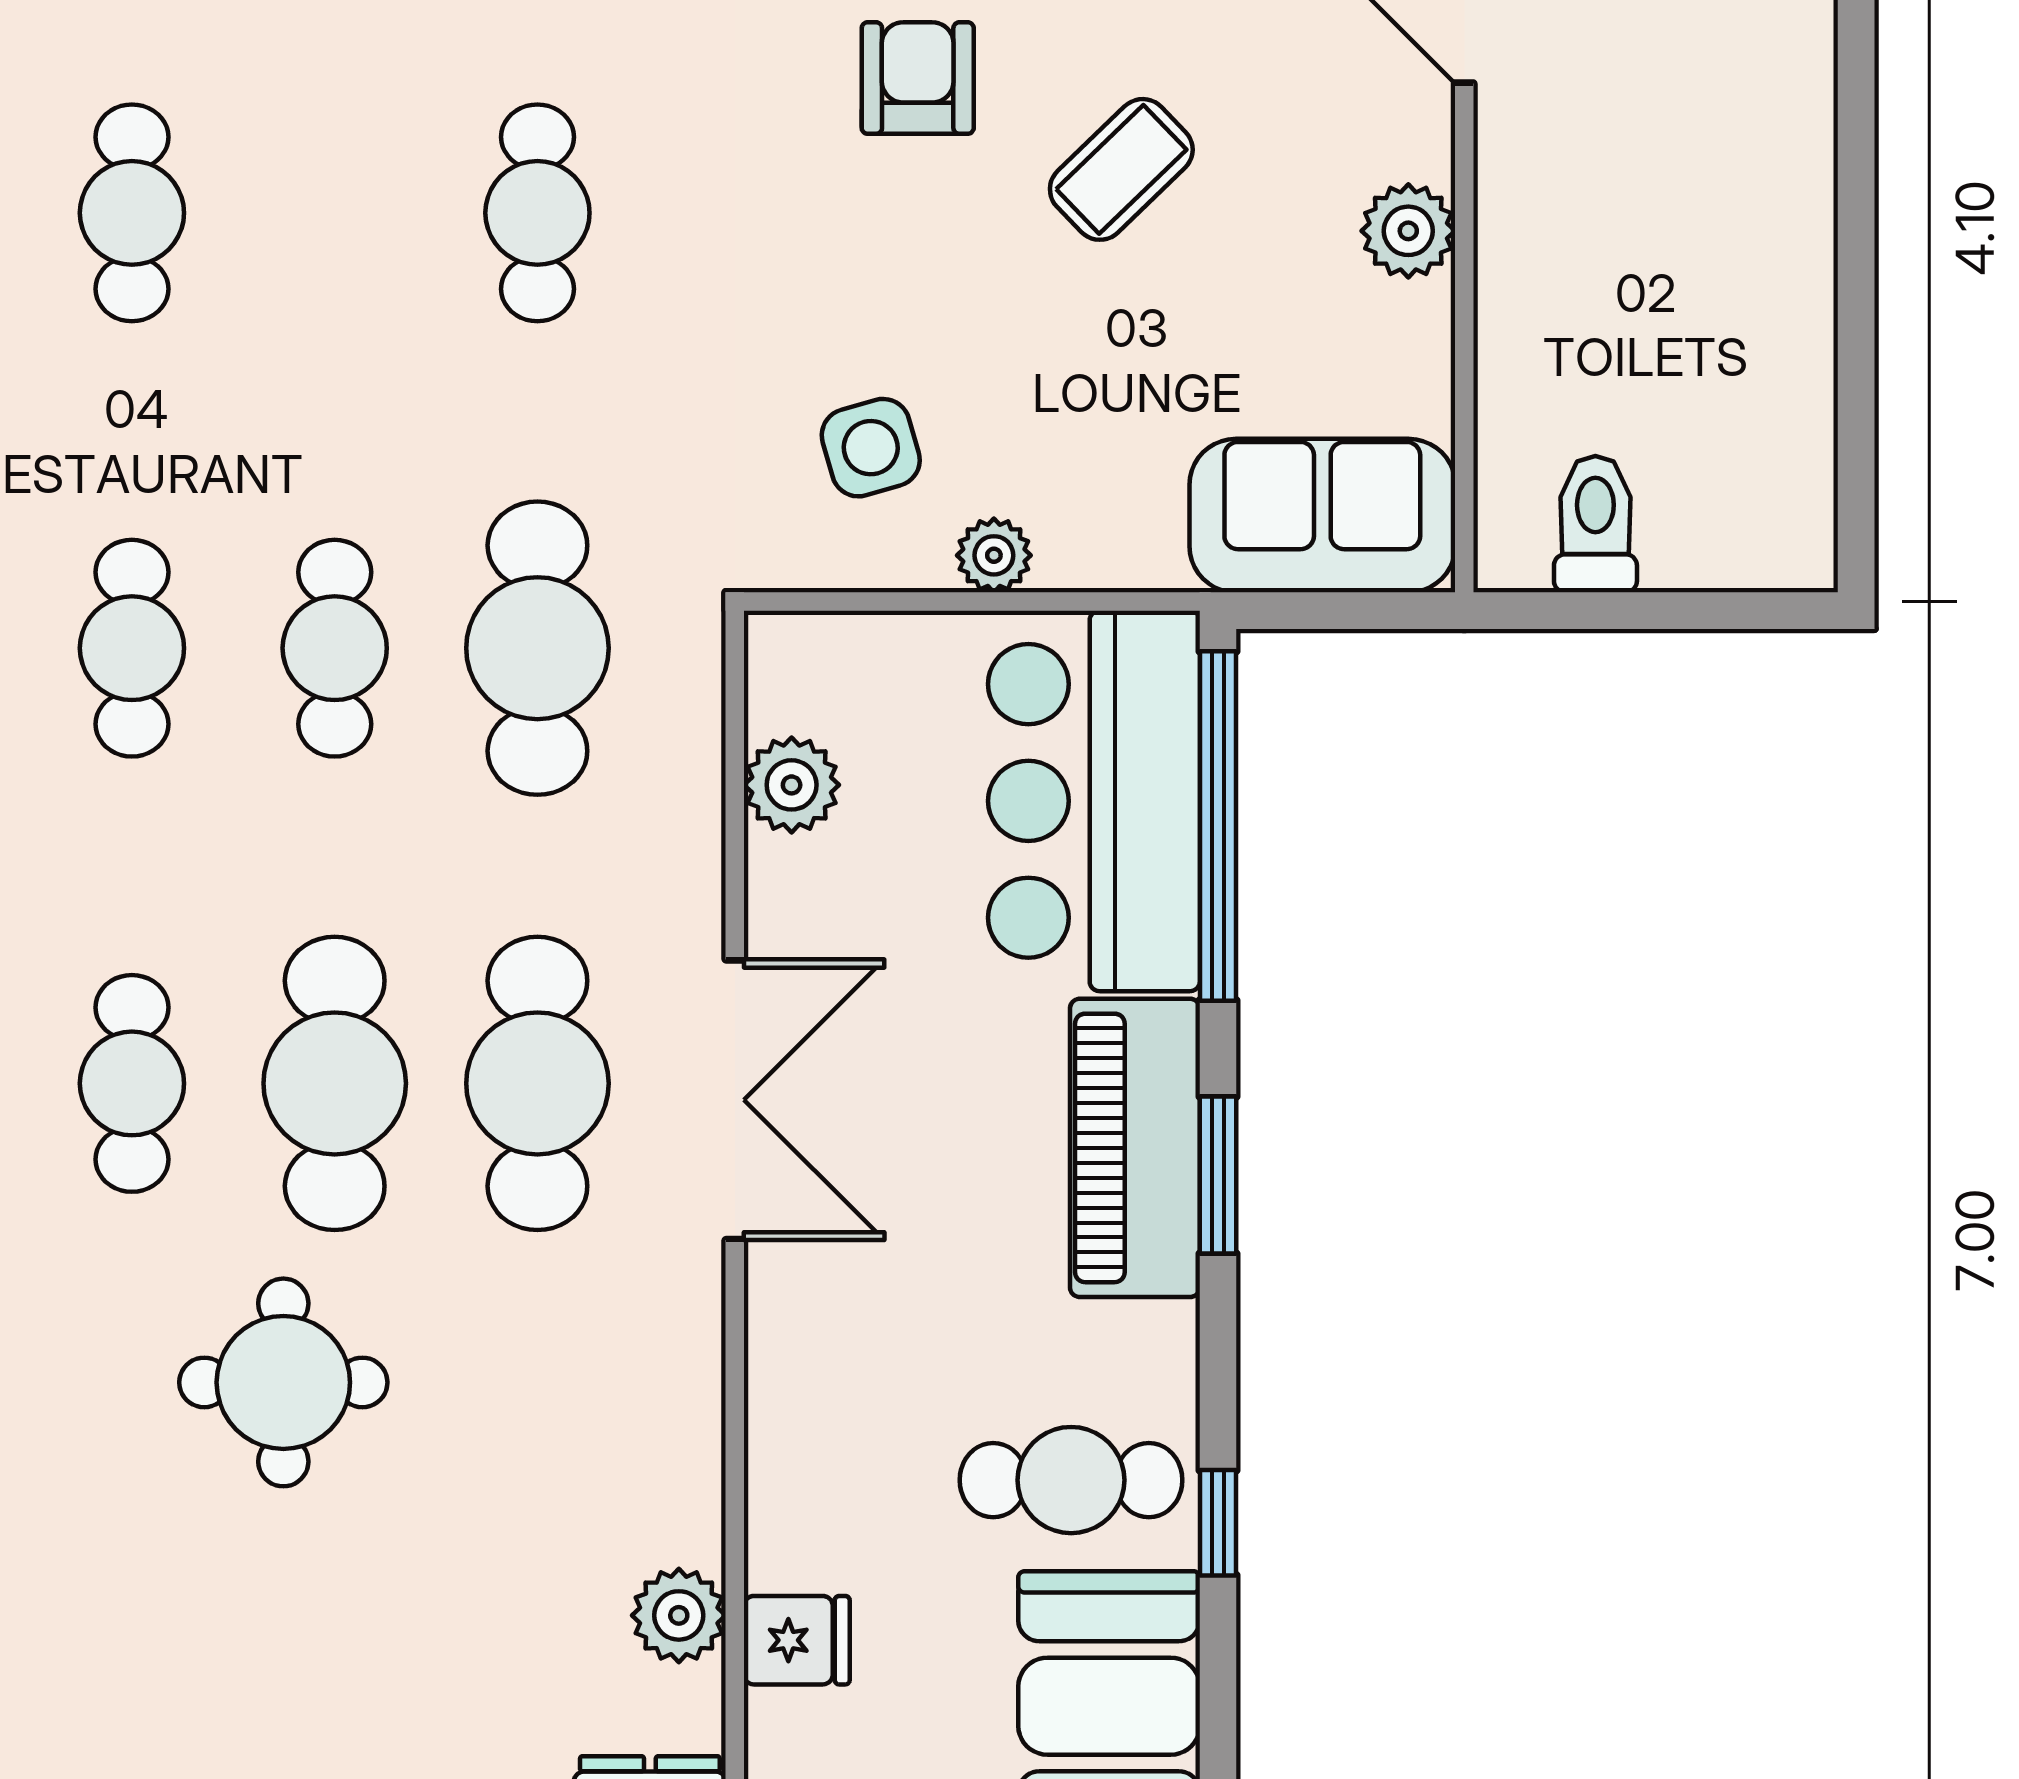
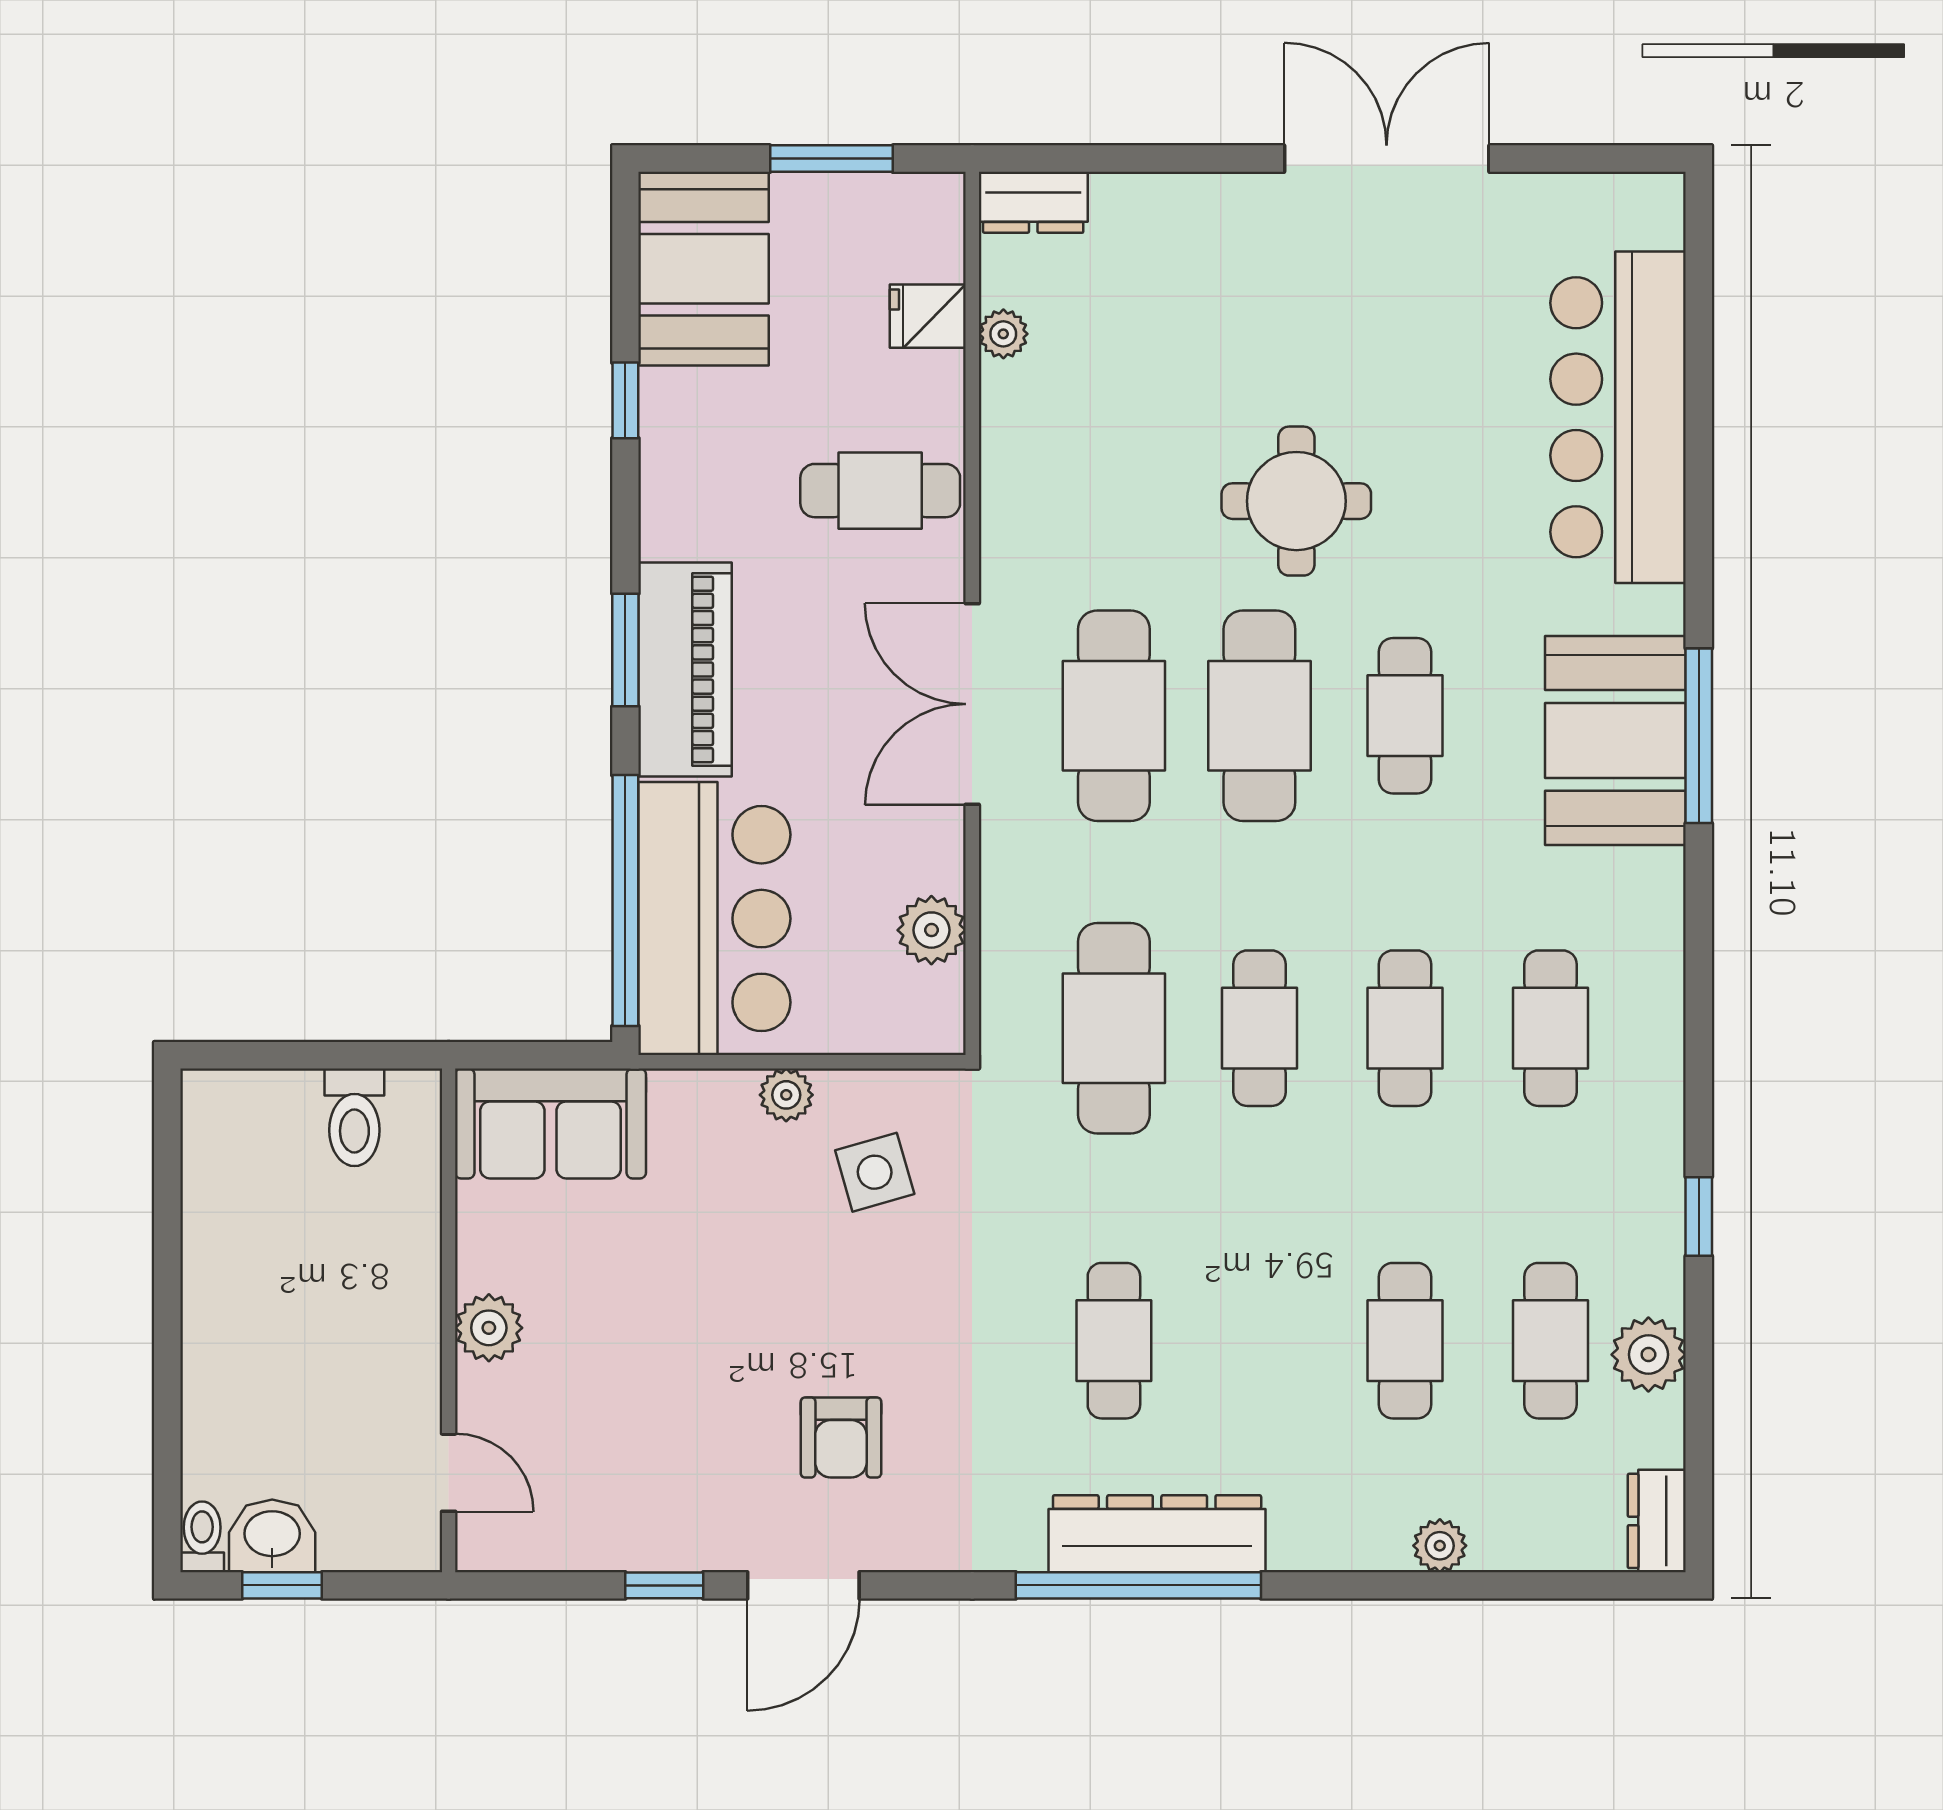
coffee table: (1121, 169) -> (695, 1372), removed
cafe table: (1071, 1480) -> (880, 491), moved
plant: (679, 1615) -> (1003, 334), width x0.73, depth x0.73

